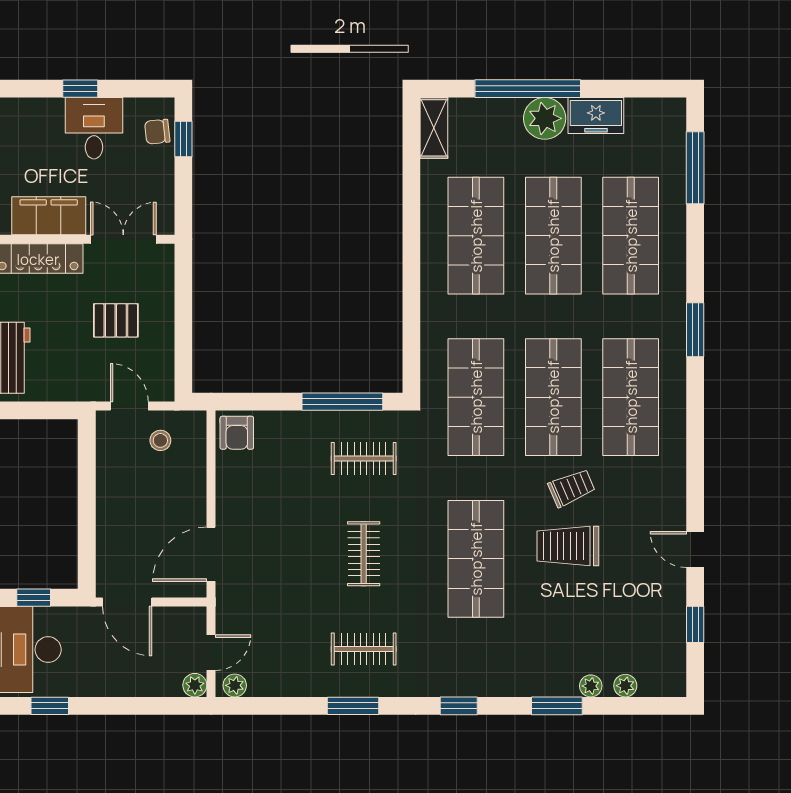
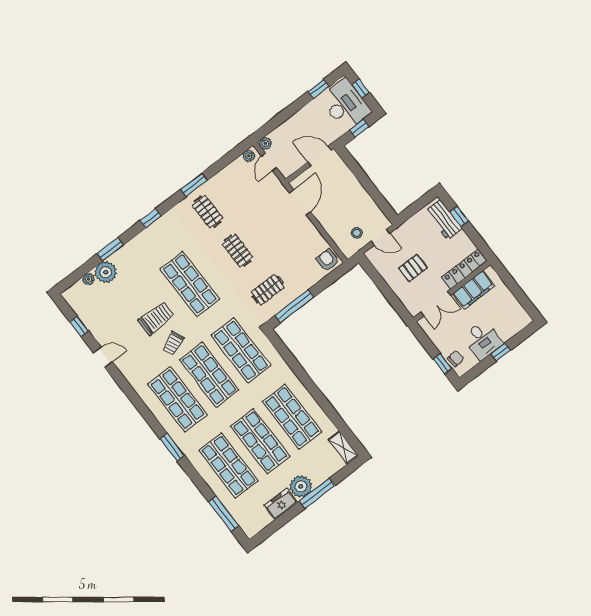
window: (528, 89) -> (317, 493), width x0.68
clothes rail: (364, 649) -> (207, 212), turned 90
plant: (591, 686) -> (106, 272), width x1.88, depth x1.88

